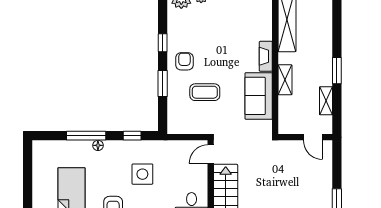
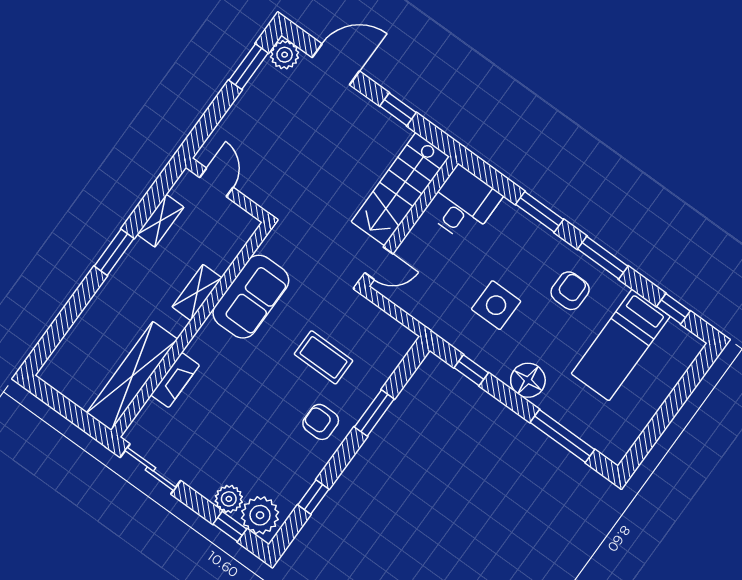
window: (163, 43) -> (313, 497), moved
fireplace: (266, 56) -> (175, 380), moved
armchair: (184, 61) -> (321, 422), turned 90
window: (86, 136) -> (562, 436), moved
floor lamp: (98, 145) -> (528, 380), width x1.89, depth x1.89

